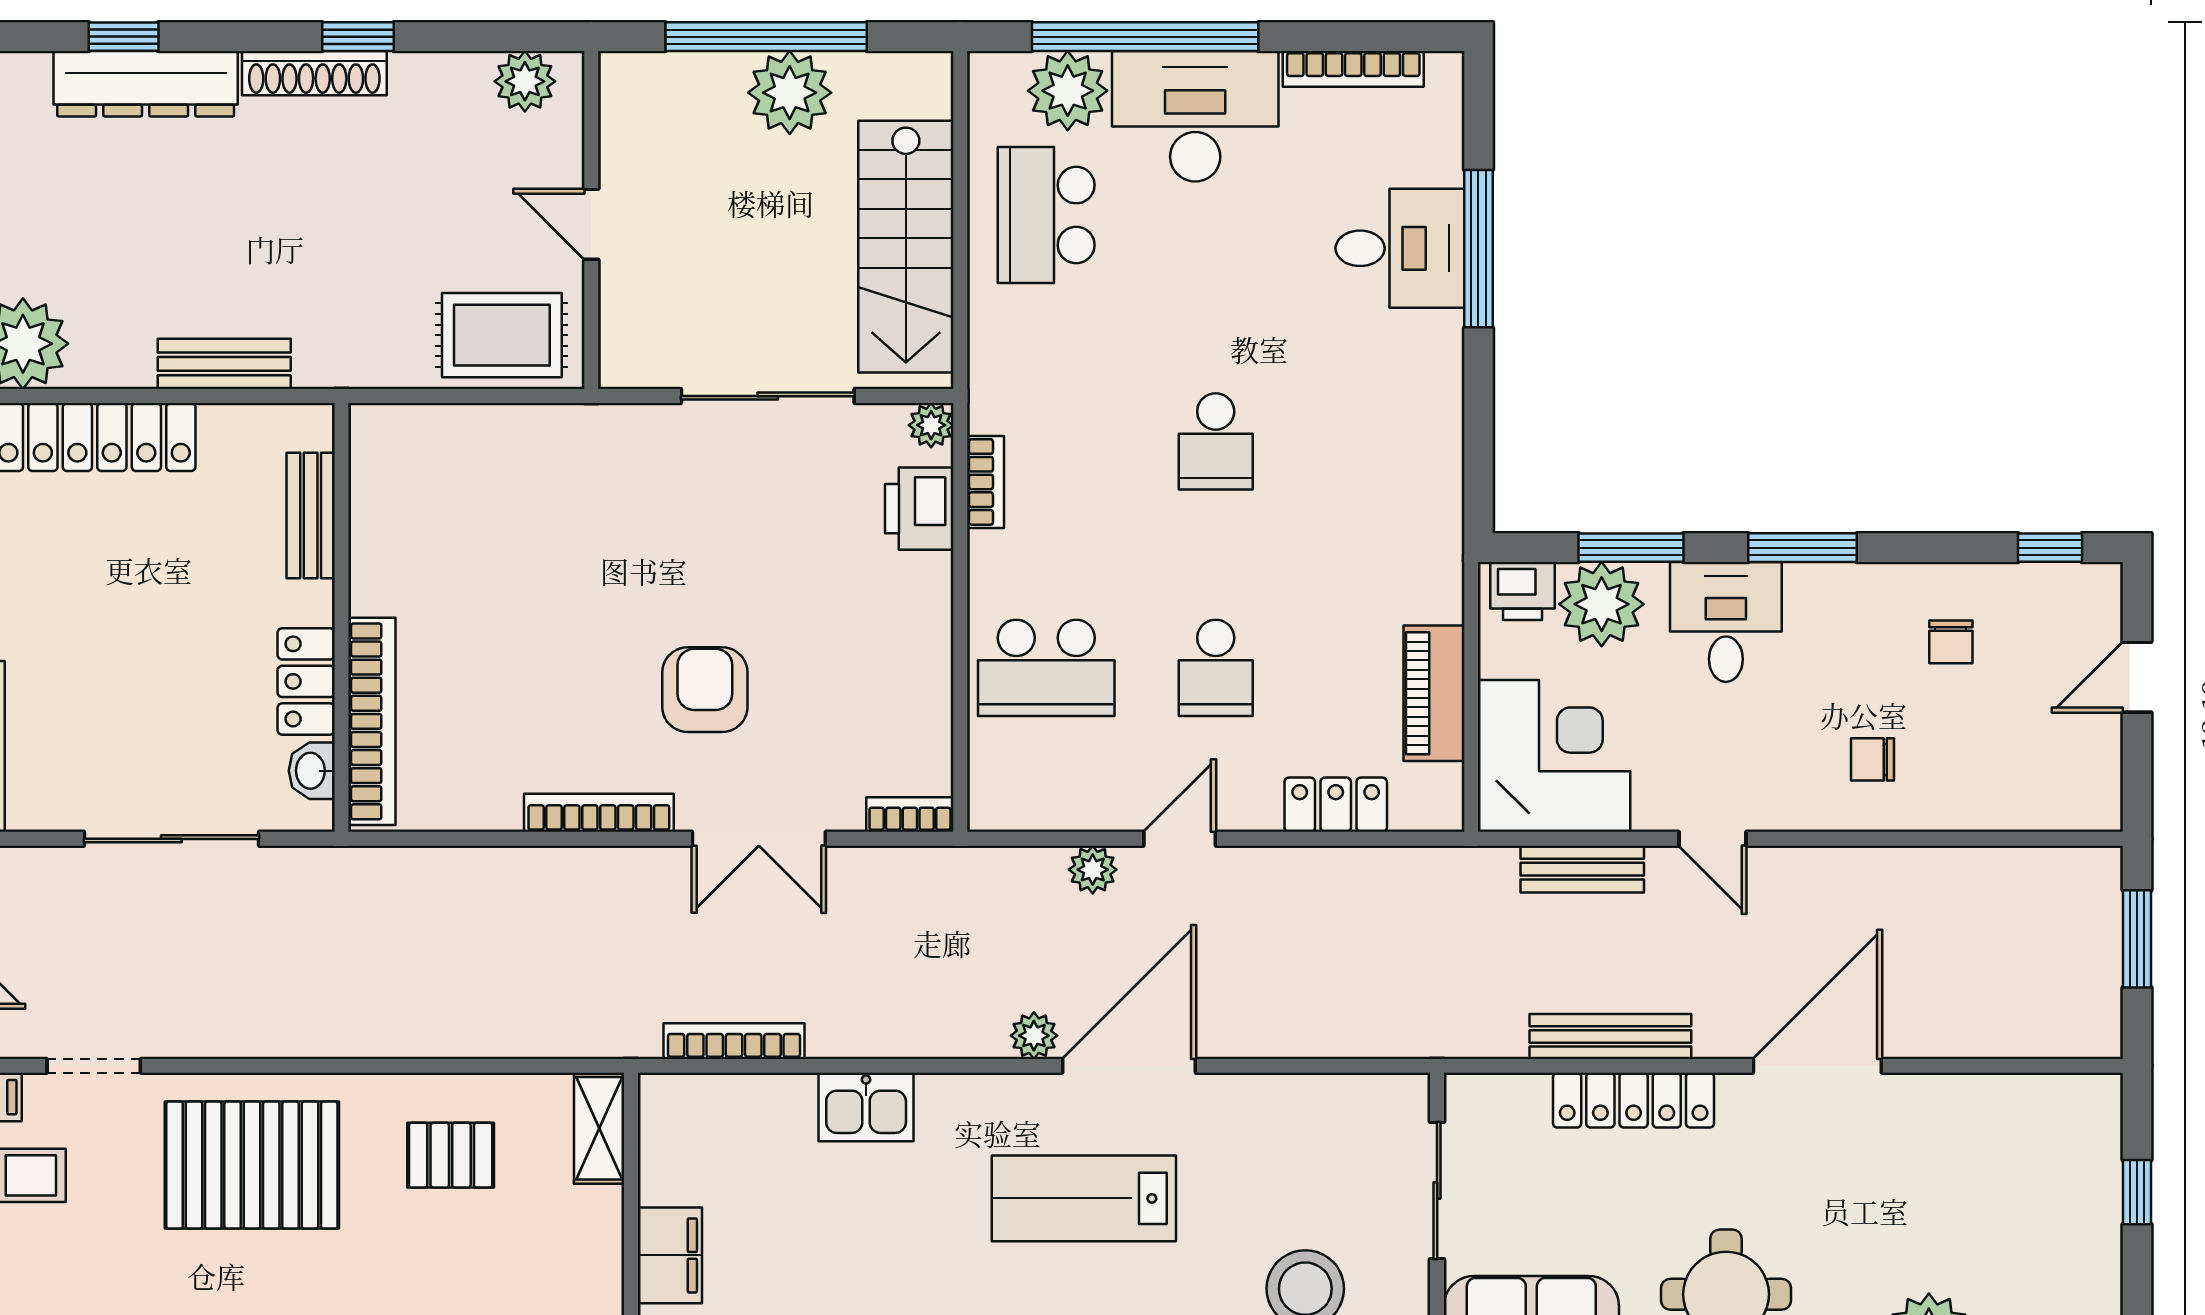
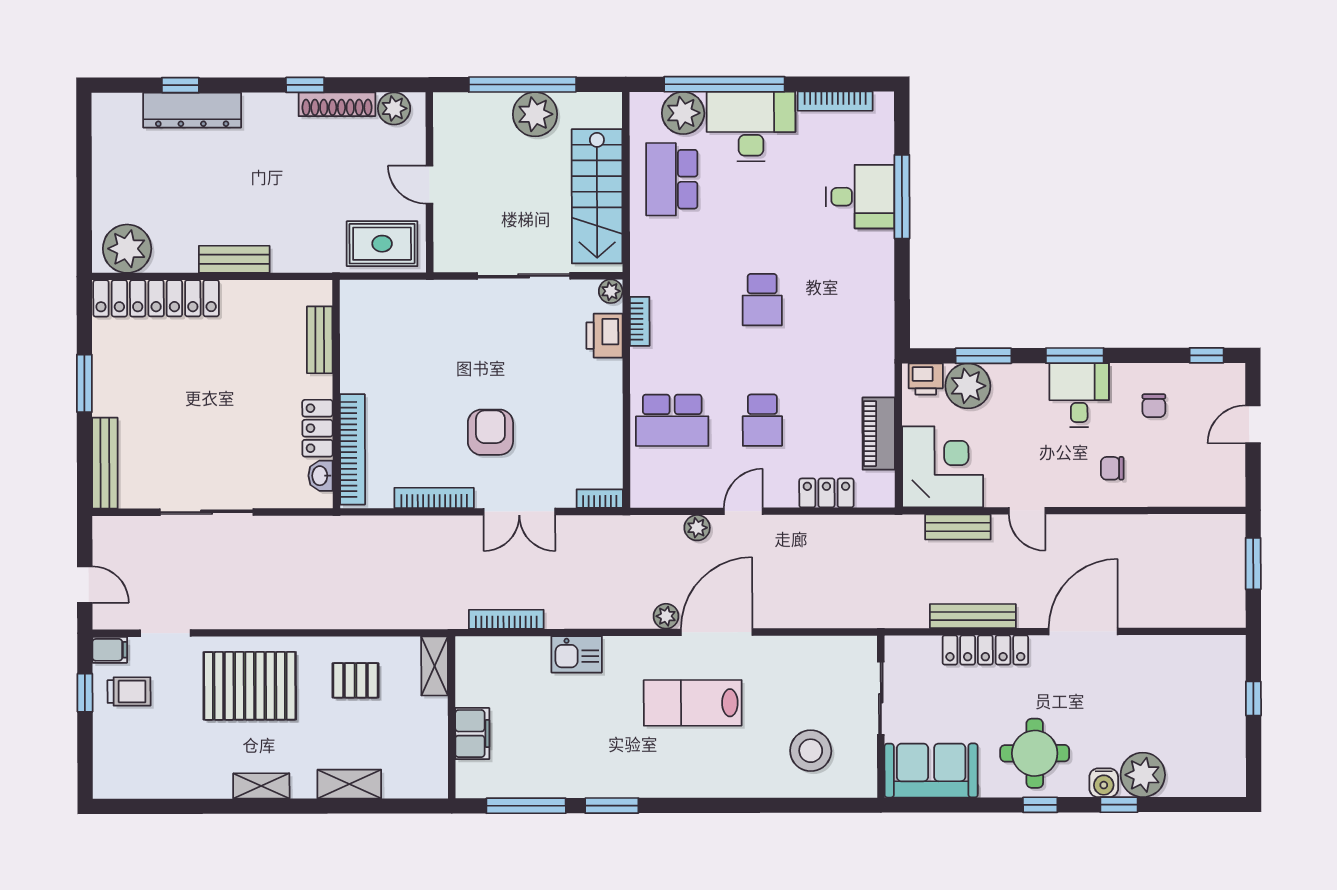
shoe rack: (314, 73) -> (337, 104), moved
bench: (311, 515) -> (320, 340), moved
wall: (341, 617) -> (336, 394), moved
desk: (1726, 622) -> (1079, 395), moved
locker: (306, 681) -> (317, 428), moved
bookcase: (372, 721) -> (352, 449), moved
washbasin: (312, 771) -> (320, 476), moved

